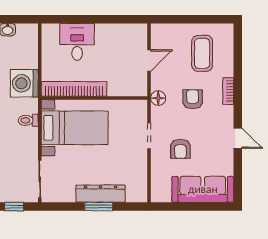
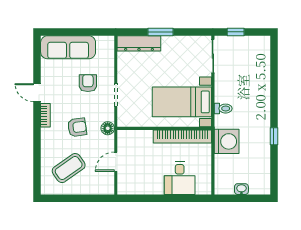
coffee table: (202, 53) -> (69, 168), turned 55
bookcase: (228, 91) -> (45, 115), moved
armchair: (193, 99) -> (77, 127), turned -98
dresser: (100, 194) -> (139, 43), moved

